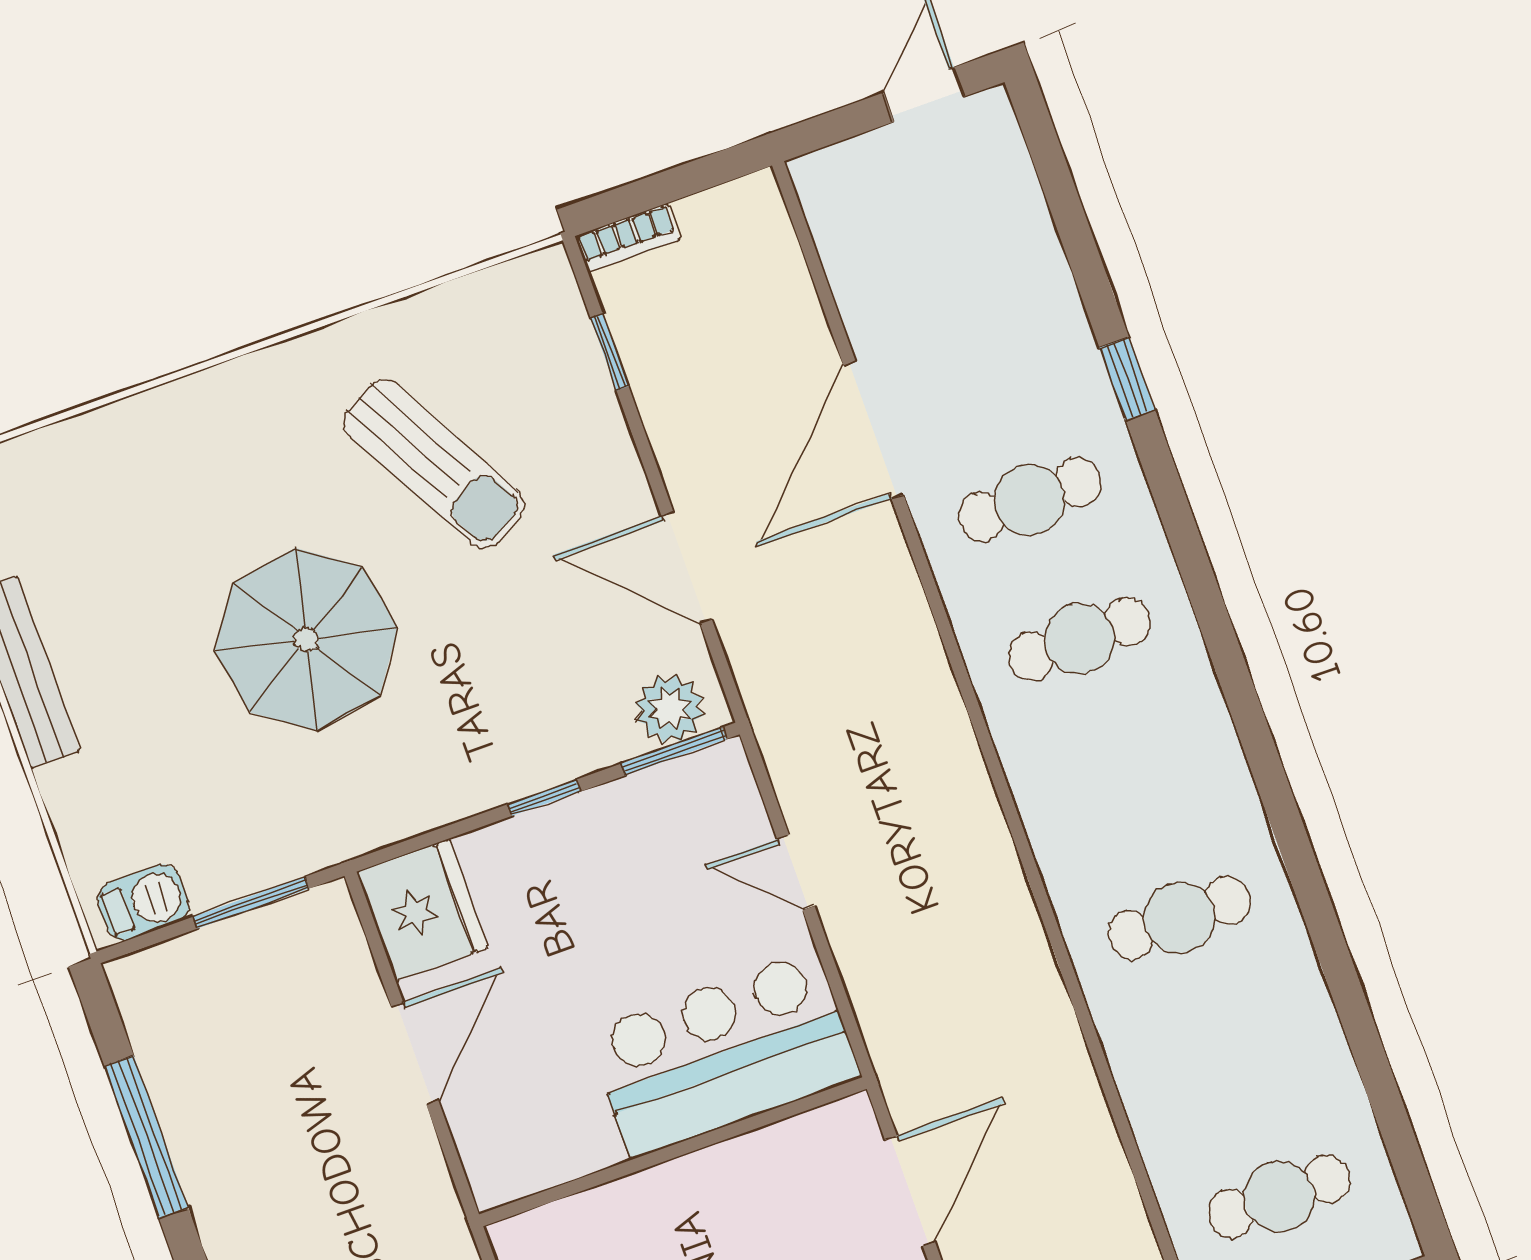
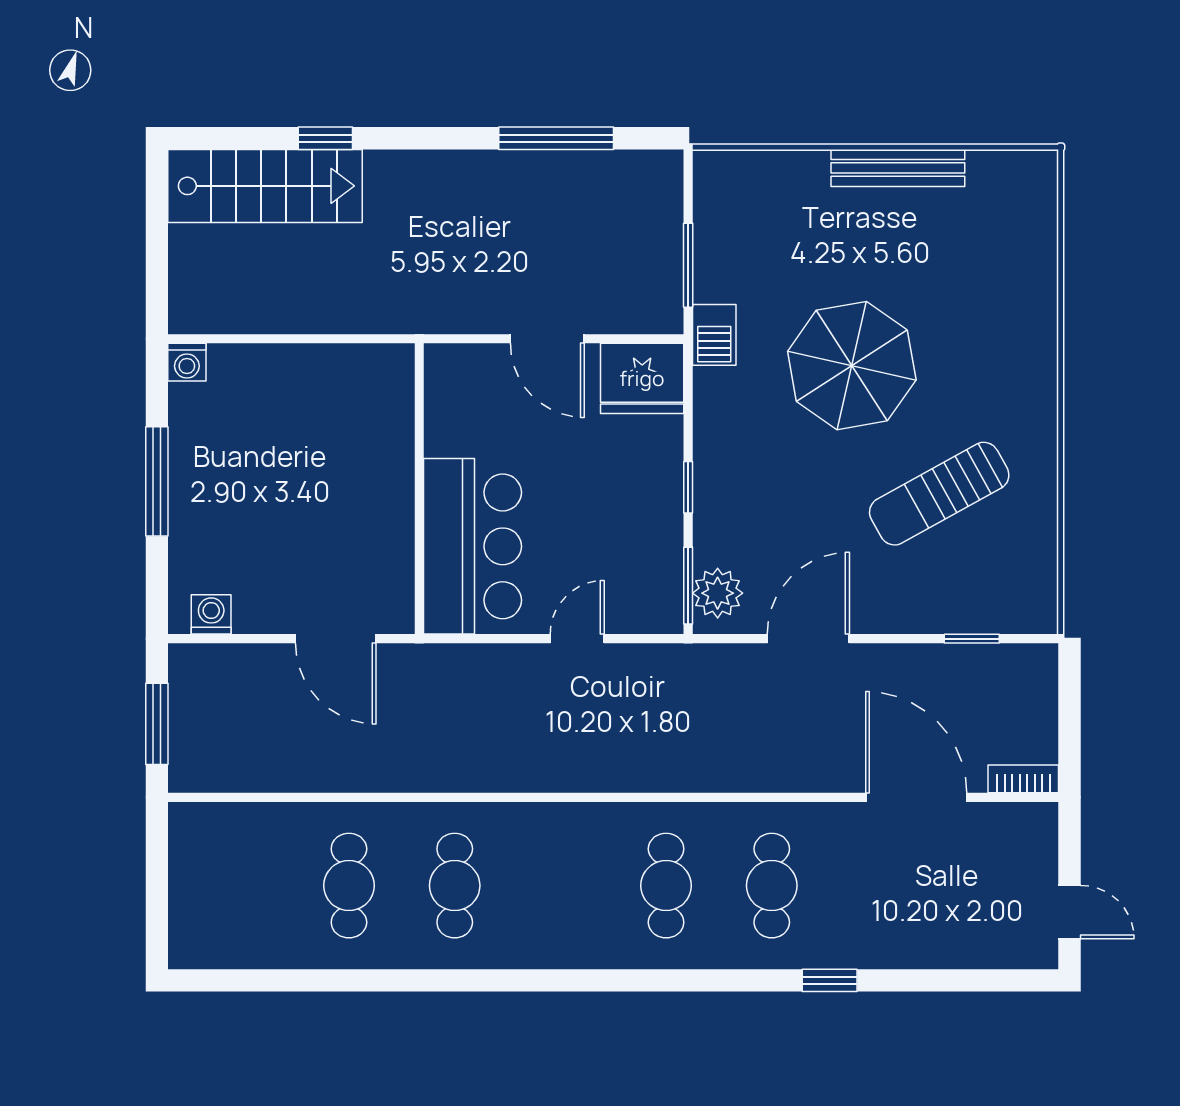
bookcase: (628, 238) -> (1023, 779), moved, turned 90
door: (873, 430) -> (916, 797), moved
barbecue: (144, 902) -> (714, 335), moved
cafe table: (1279, 1196) -> (349, 886), moved

